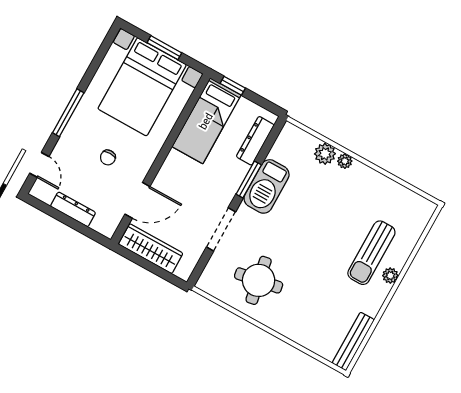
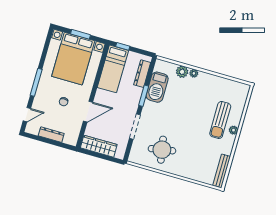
door: (39, 165) -> (27, 115), hinge flipped
barbecue: (267, 186) -> (157, 87), moved
door: (137, 200) -> (88, 112), moved

